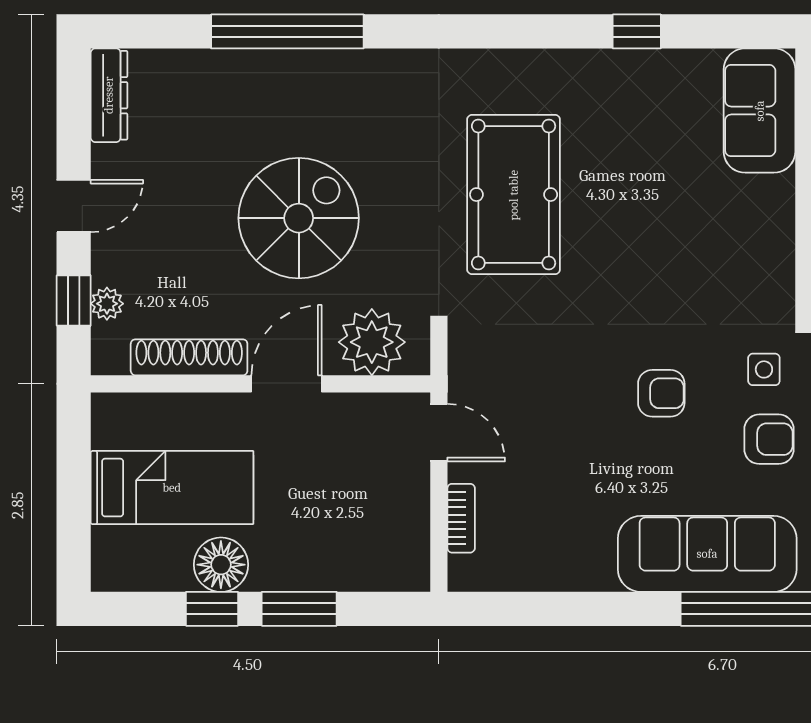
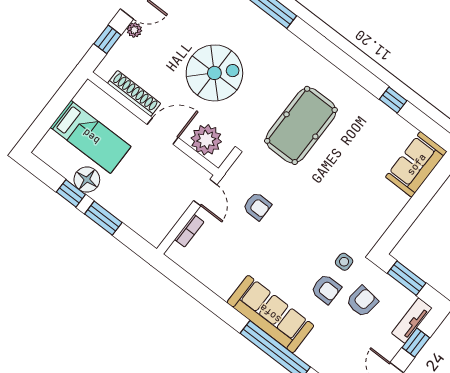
plant: (107, 304) -> (134, 30), moved
armchair: (661, 393) -> (257, 206), moved

